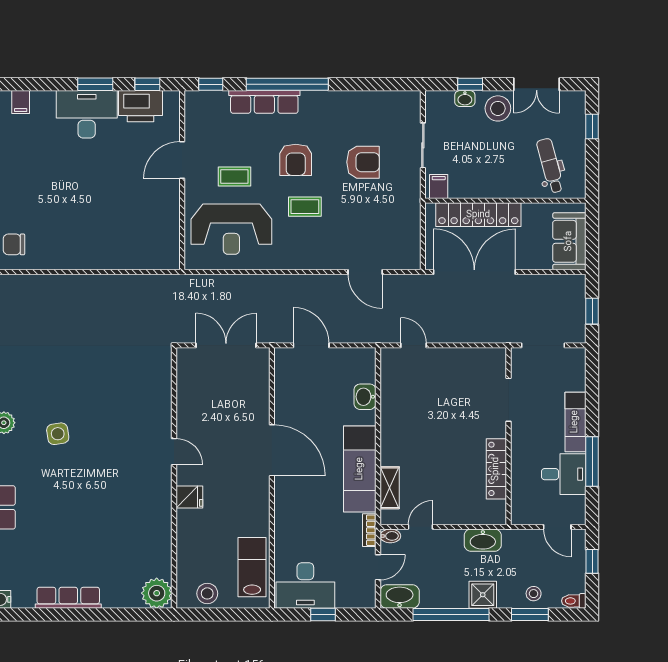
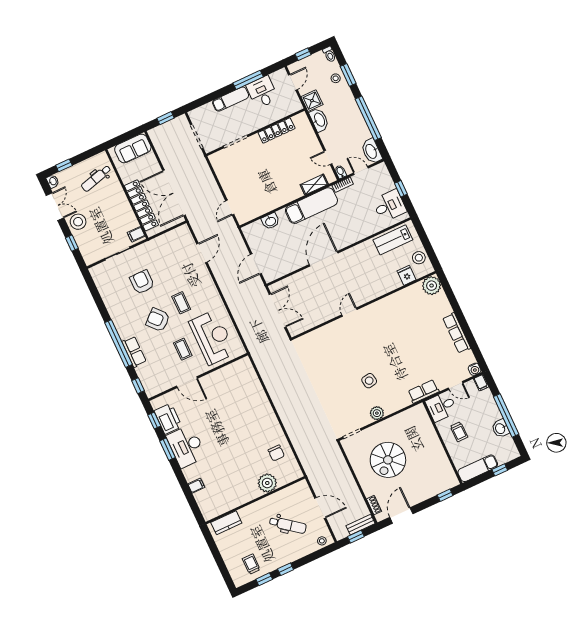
washbasin: (465, 99) -> (53, 181), moved
row of seats: (264, 102) -> (134, 352), width x0.68
armchair: (296, 160) -> (158, 320), turned -132
double door: (226, 345) -> (278, 311), swing flipped
fridge: (189, 497) -> (407, 275), moved
desk: (305, 585) -> (389, 206), width x0.73
shower: (483, 595) -> (312, 101), moved

